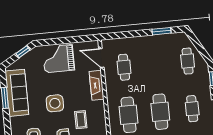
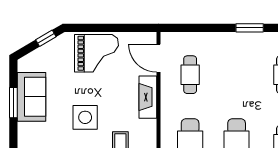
grand piano: (58, 59) -> (96, 53), turned 180
sofa: (17, 93) -> (31, 97), width x0.73

